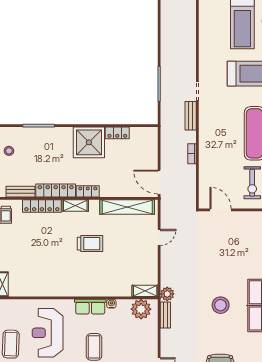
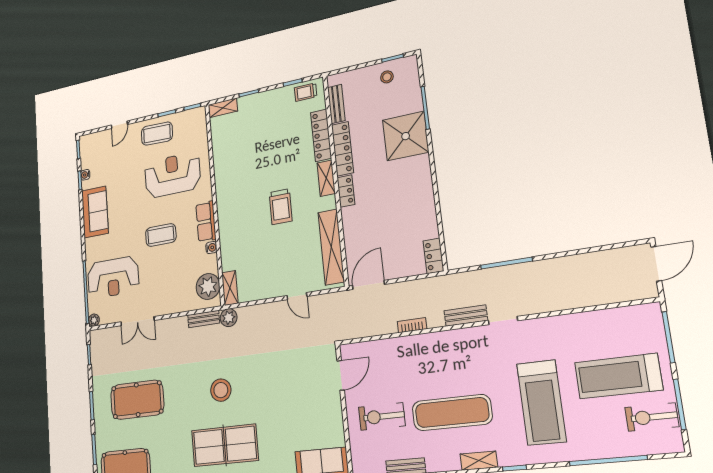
locker: (117, 133) -> (433, 256), moved
shower: (89, 142) -> (406, 136), moved

